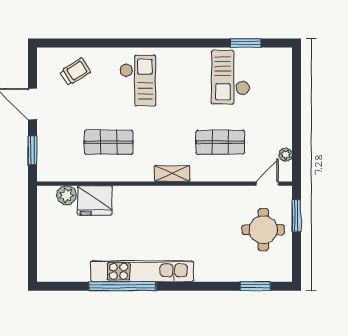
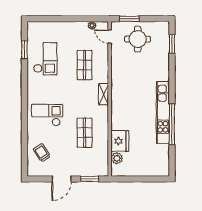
checkout: (231, 77) -> (45, 59), turned -90

